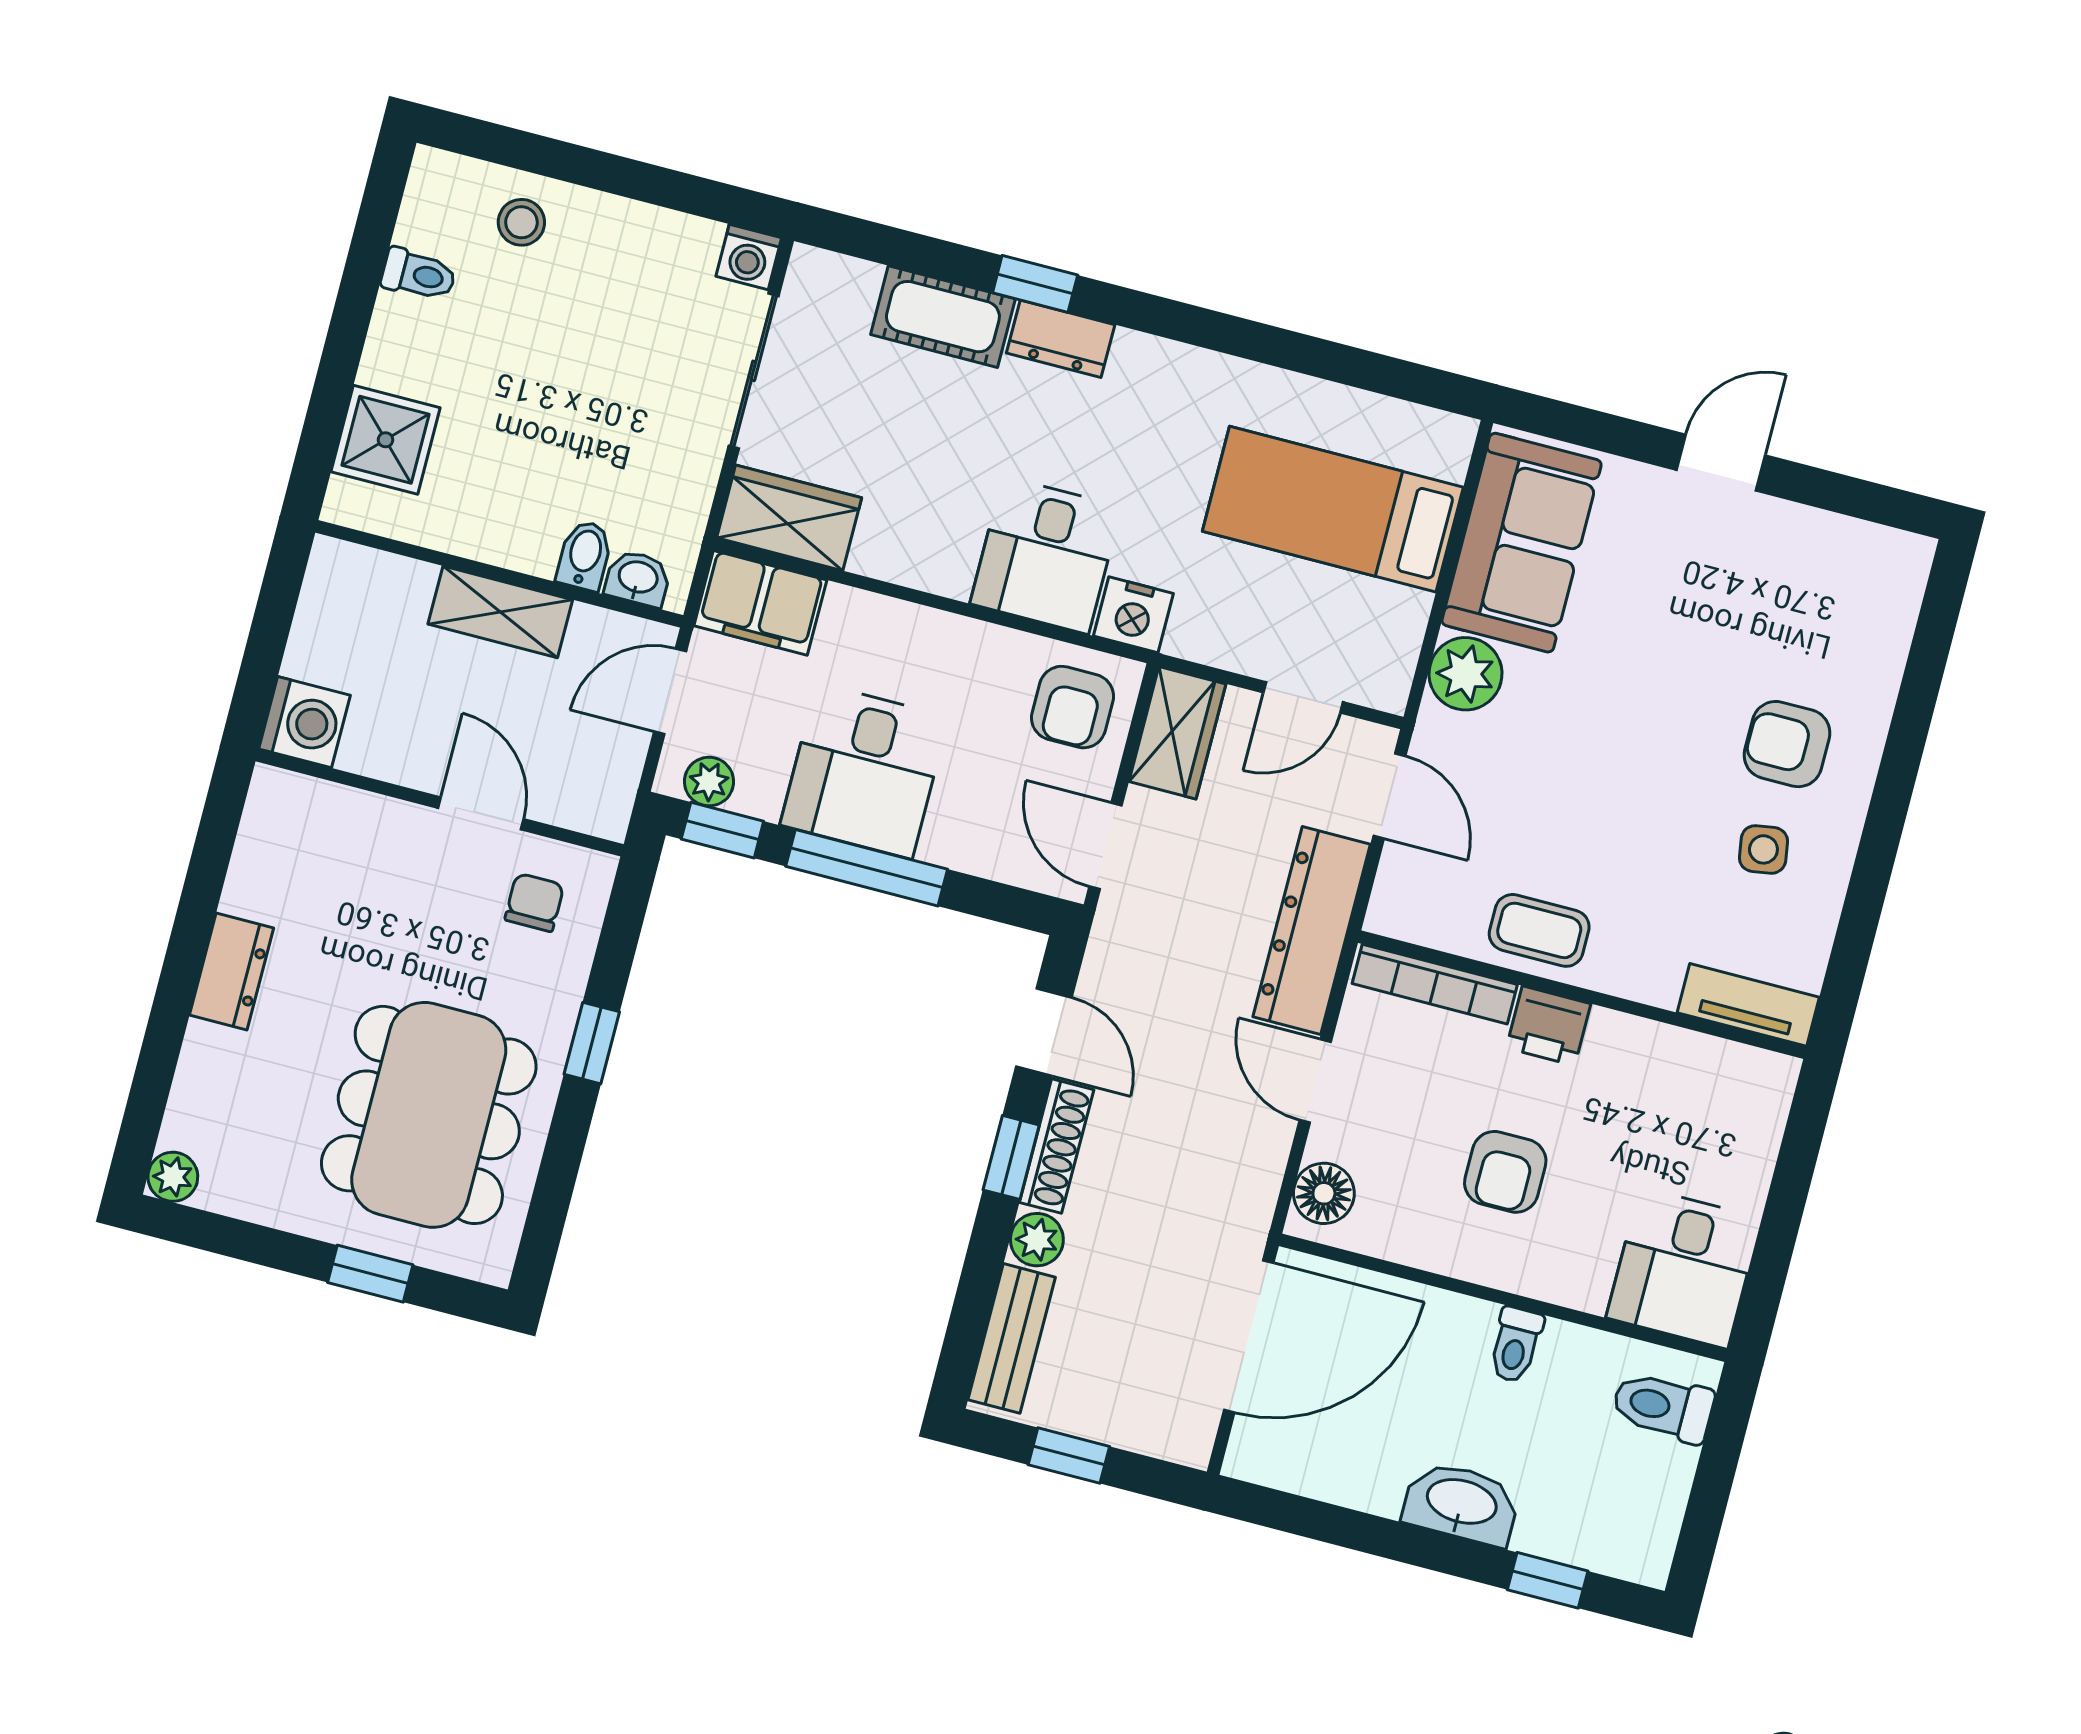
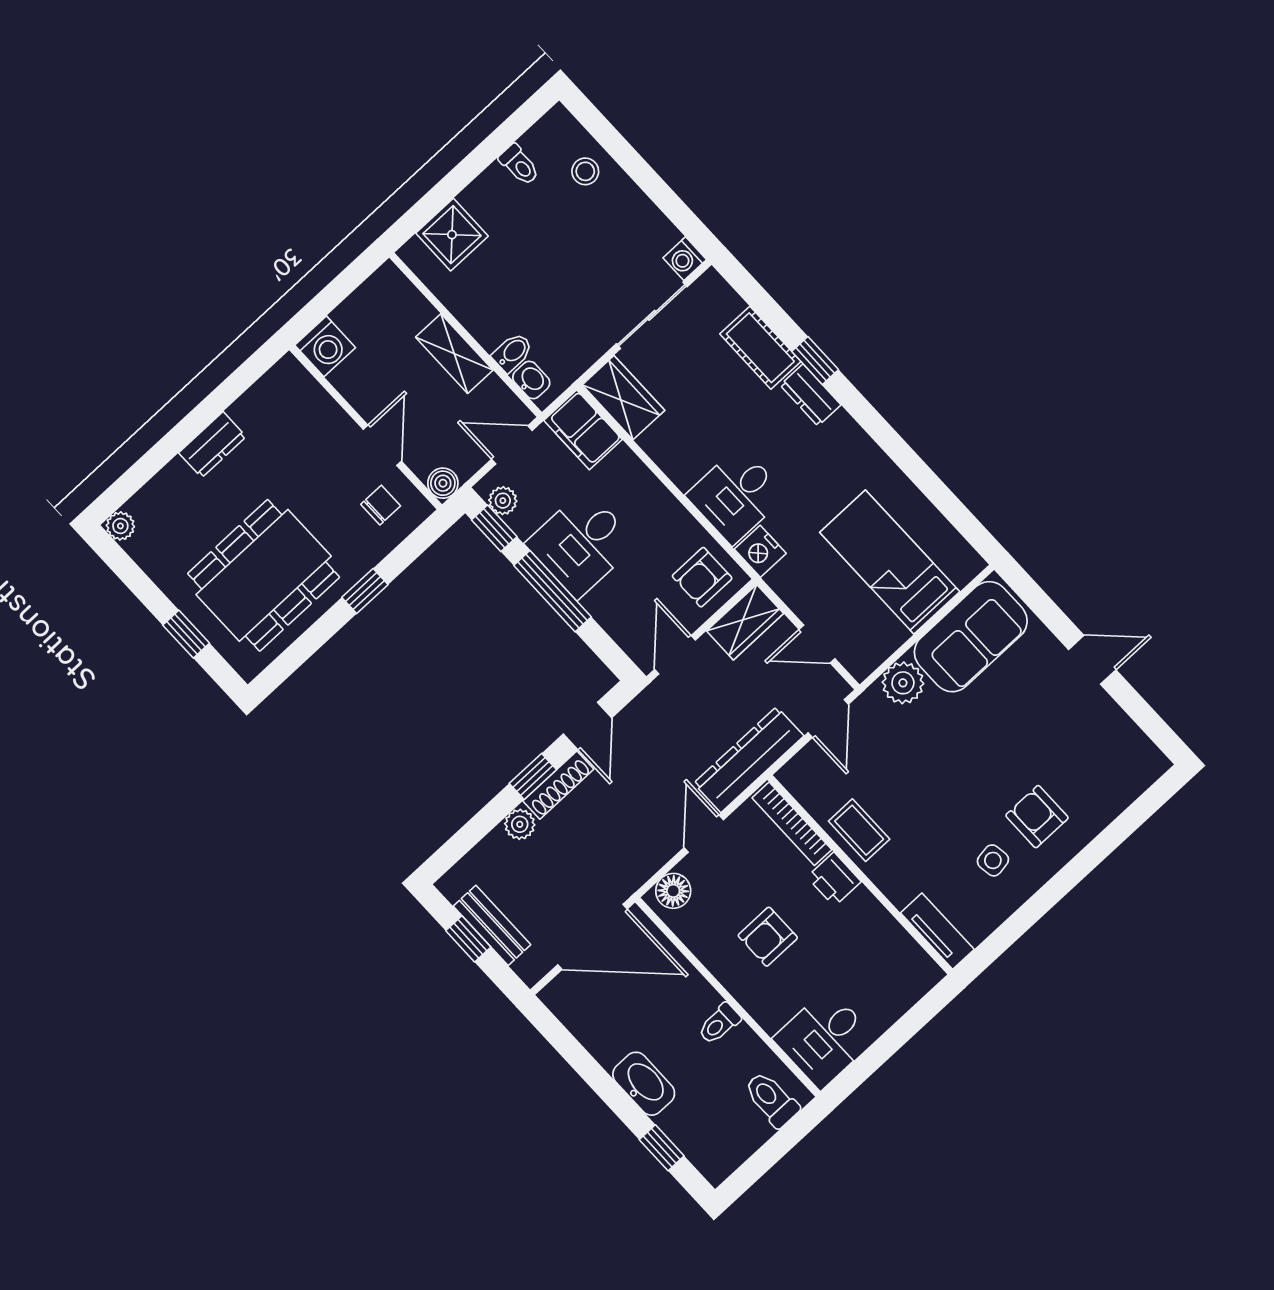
boiler: (605, 812) -> (443, 483), added
bench: (1012, 1338) -> (492, 925), moved, turned 90

